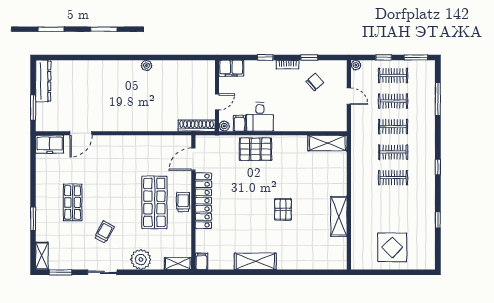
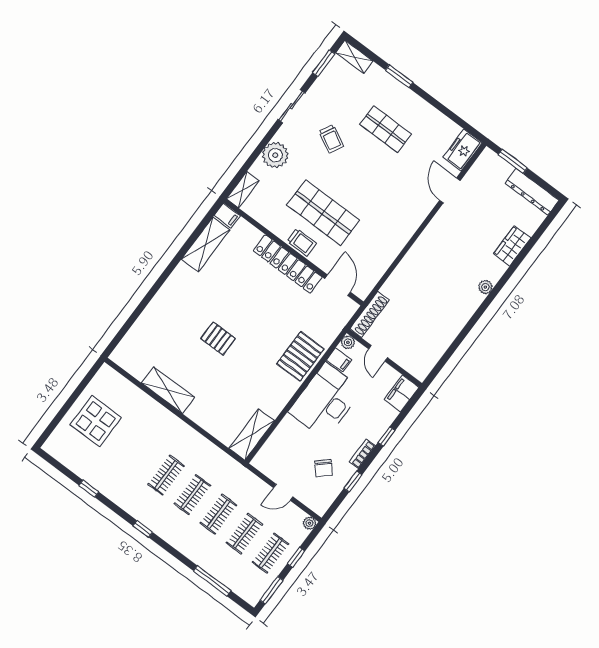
plant: (146, 65) -> (485, 287), moved
wardrobe: (87, 68) -> (512, 246), added
desk: (260, 117) -> (325, 401), width x1.87, depth x1.30
shelving: (255, 261) -> (206, 244), moved

